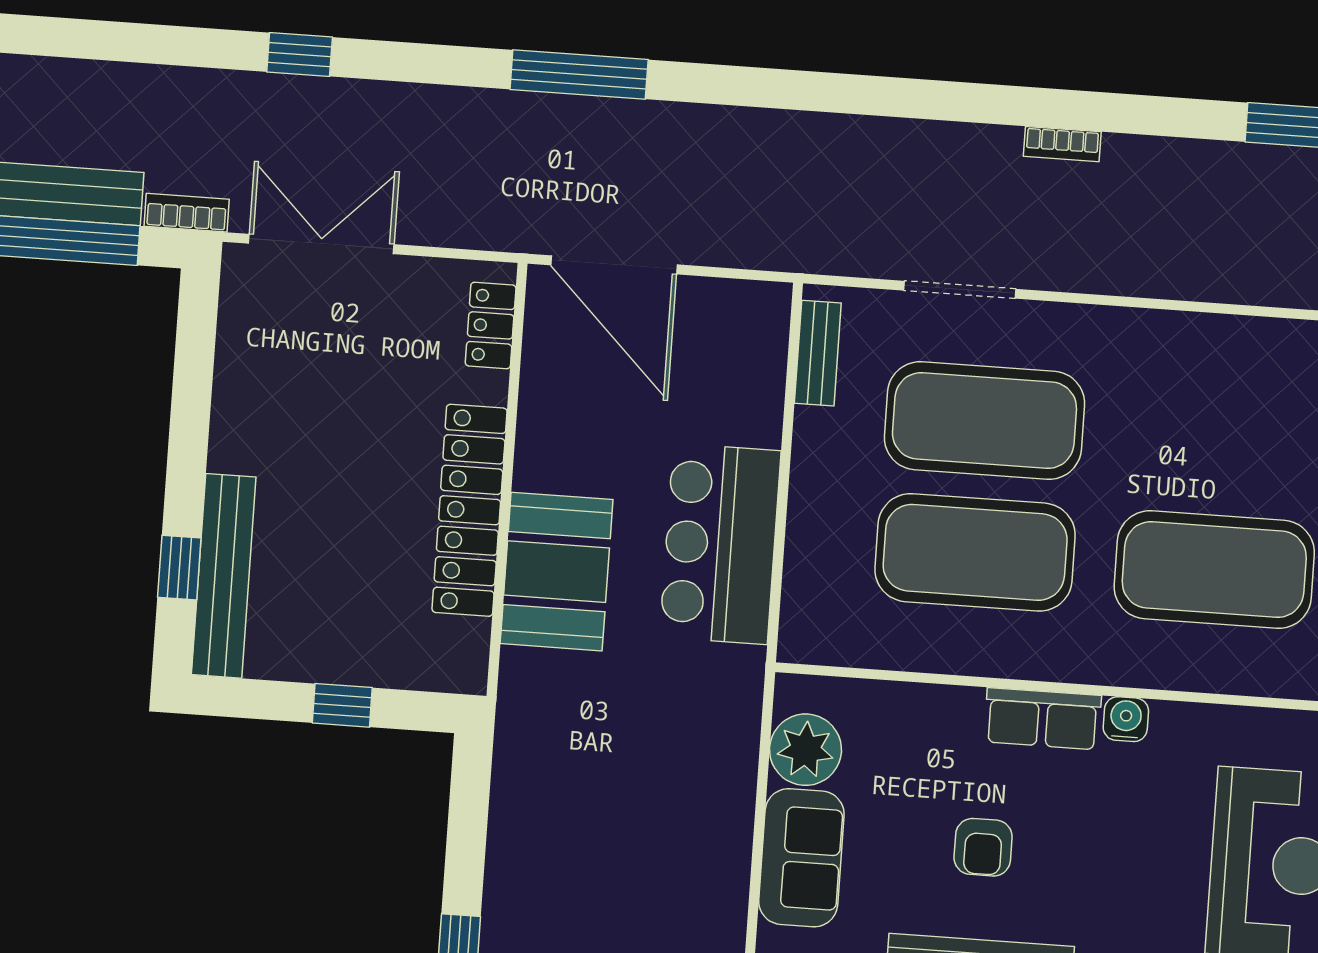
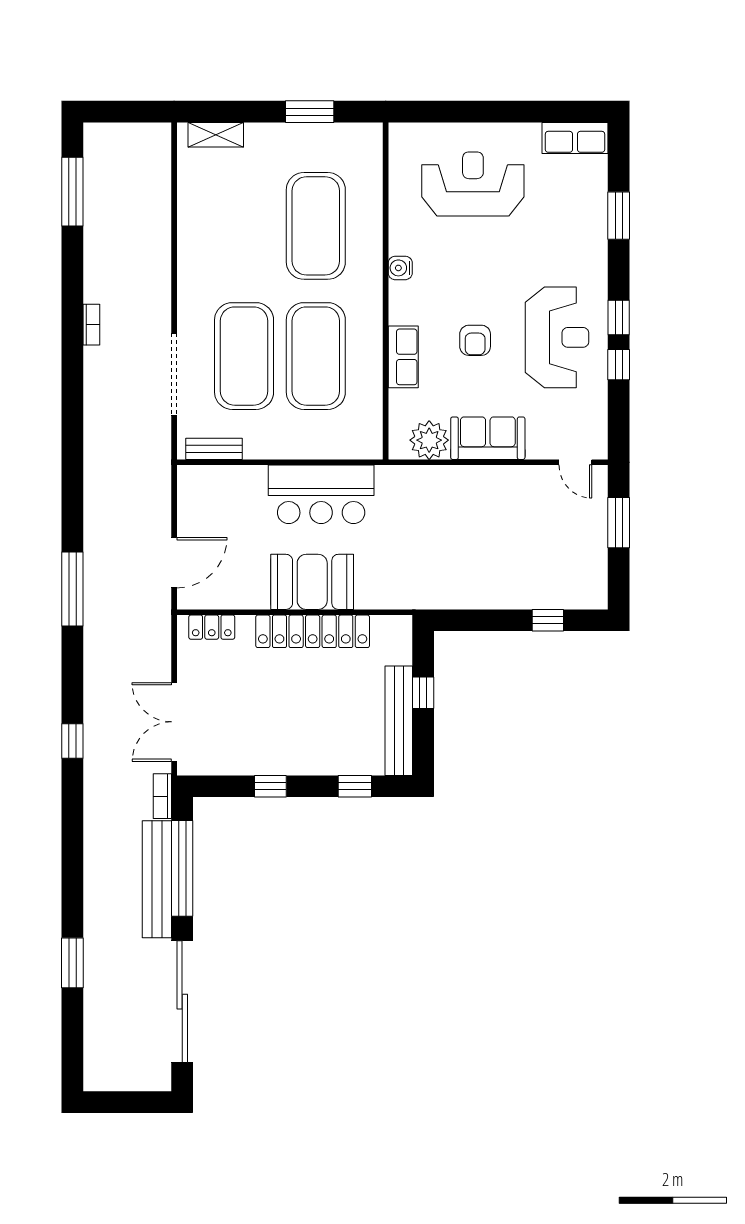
door: (614, 265) -> (174, 563), width x0.73
doorway: (960, 290) -> (174, 375), width x1.36
window: (190, 412) -> (270, 786), added
booth: (557, 572) -> (312, 582), moved
bench: (224, 576) -> (399, 721), moved, turned 90
row of seats: (1043, 719) -> (403, 357), moved
armchair: (983, 847) -> (475, 340), turned 90

